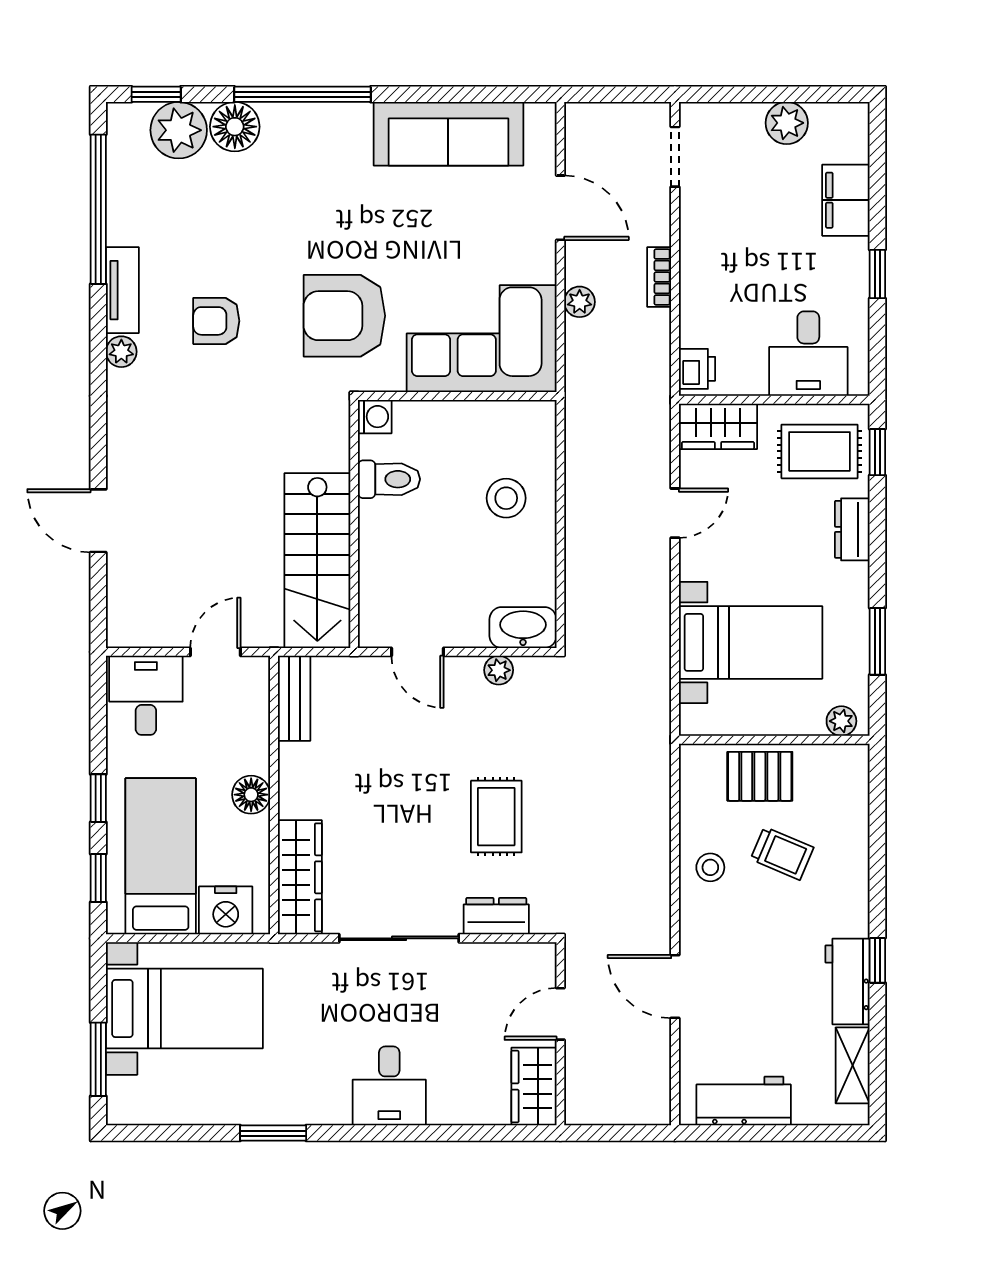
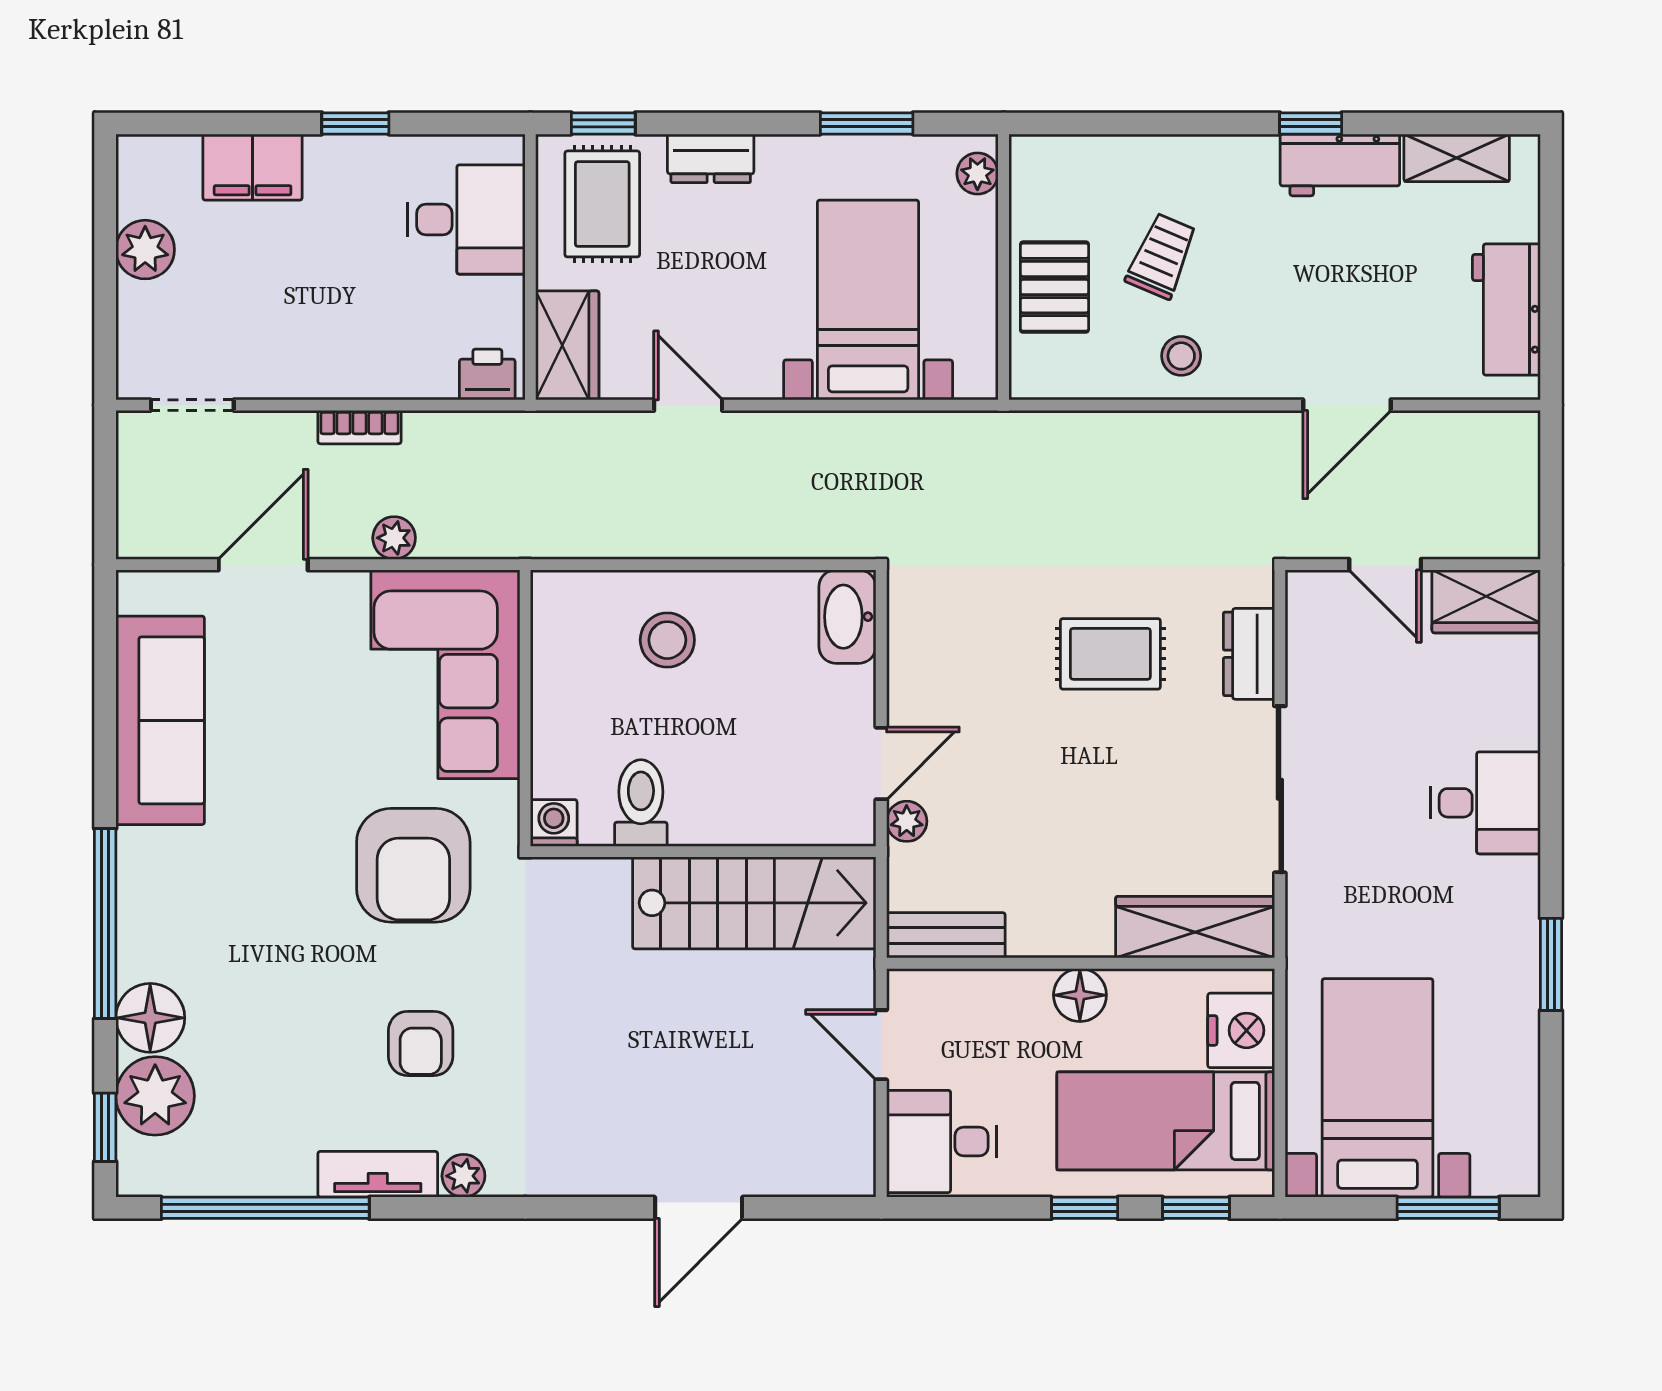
plant: (499, 670) -> (907, 821), moved

